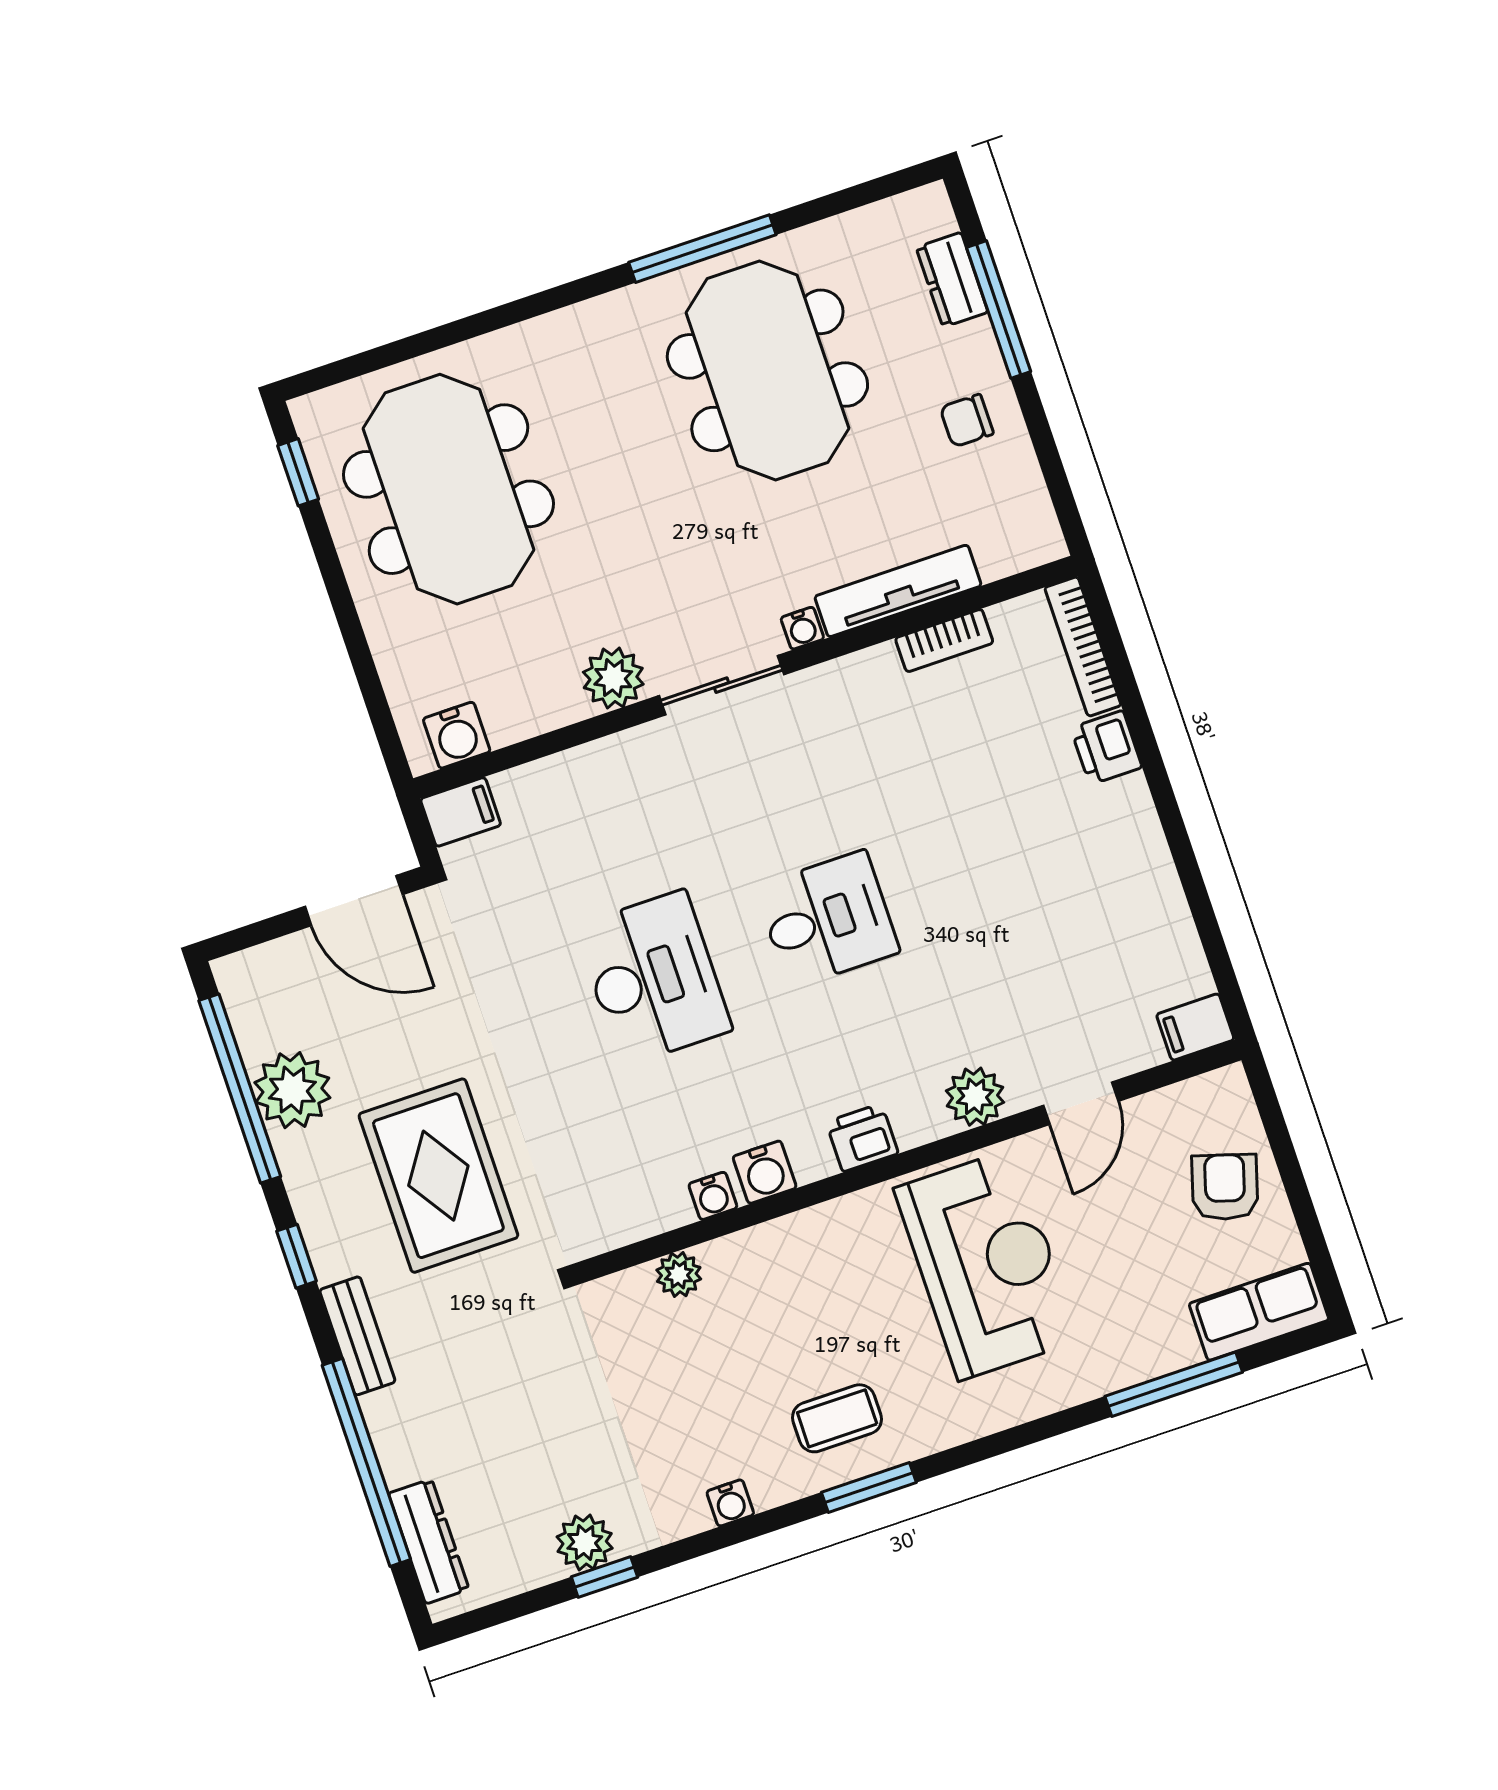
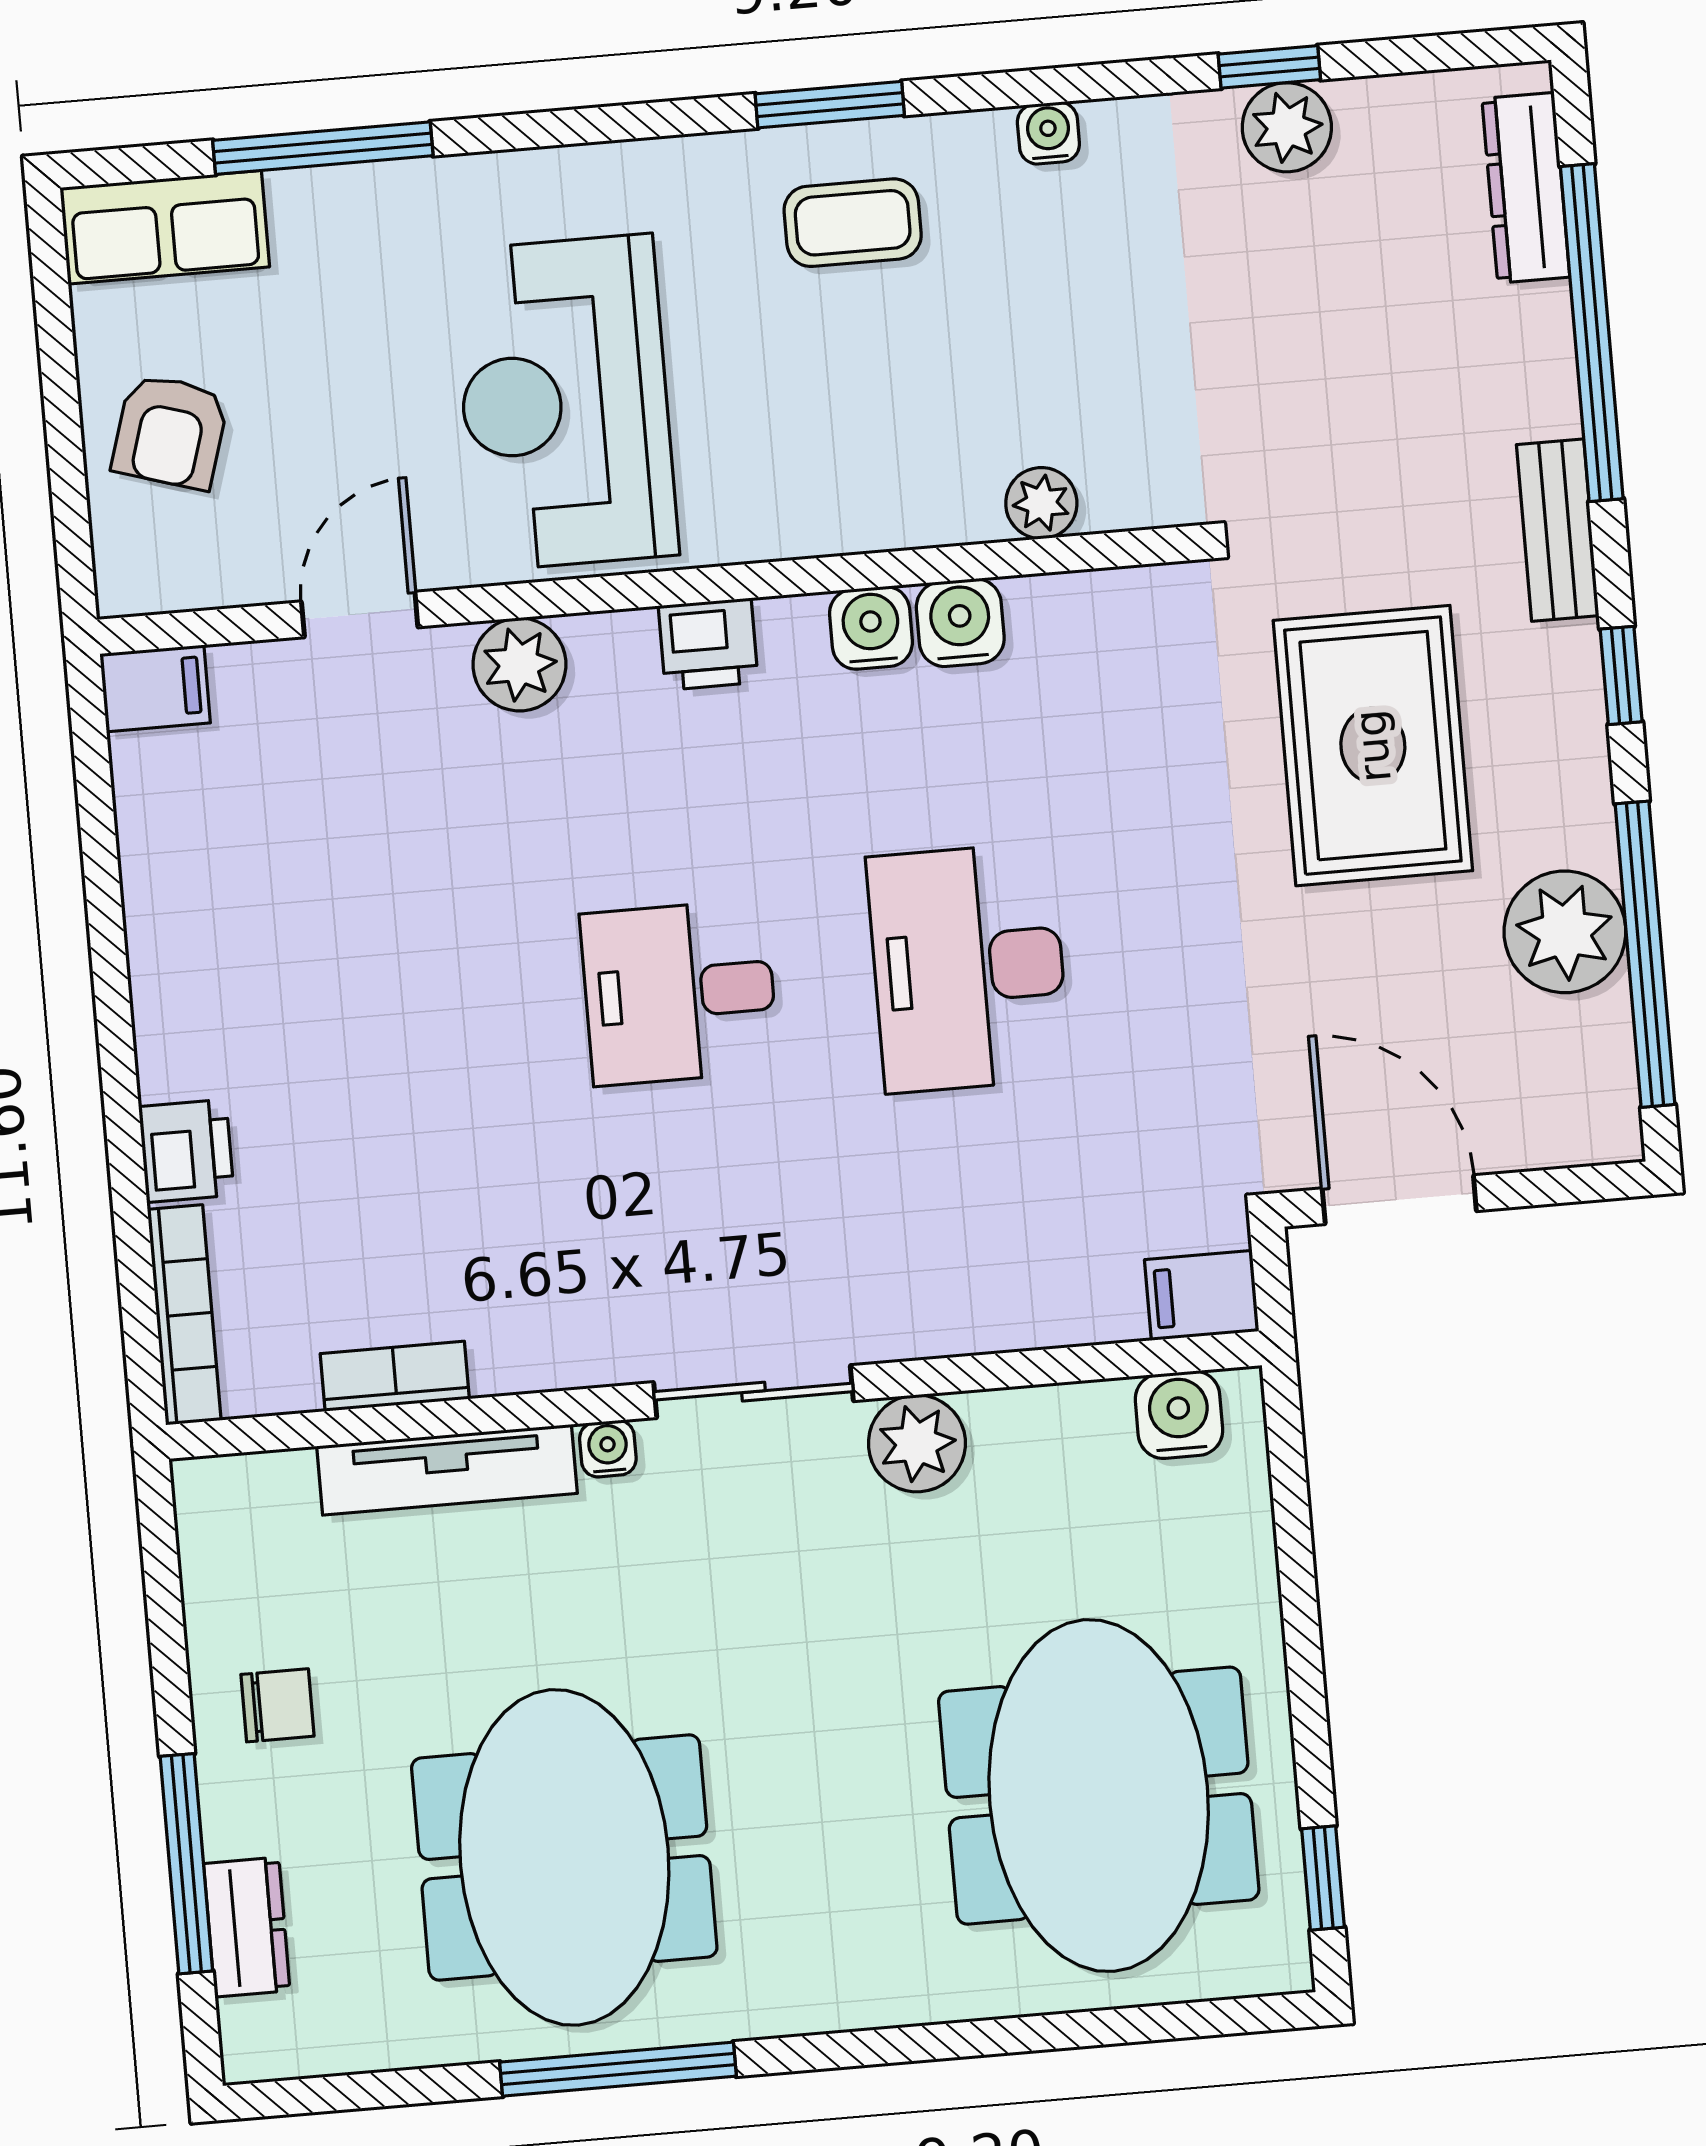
water cooler: (713, 1196) -> (960, 623), width x1.38, depth x1.38

